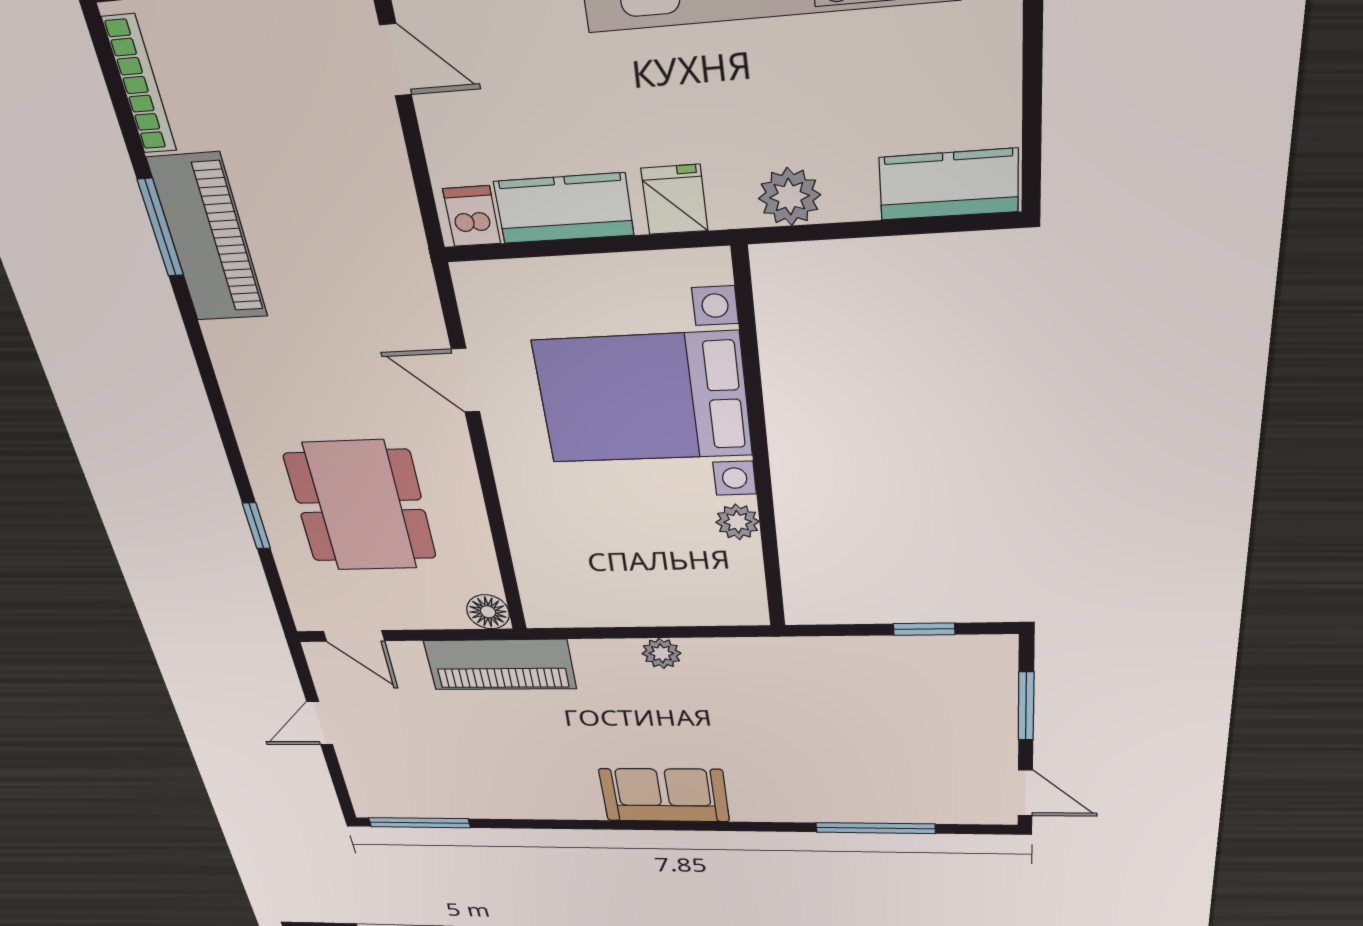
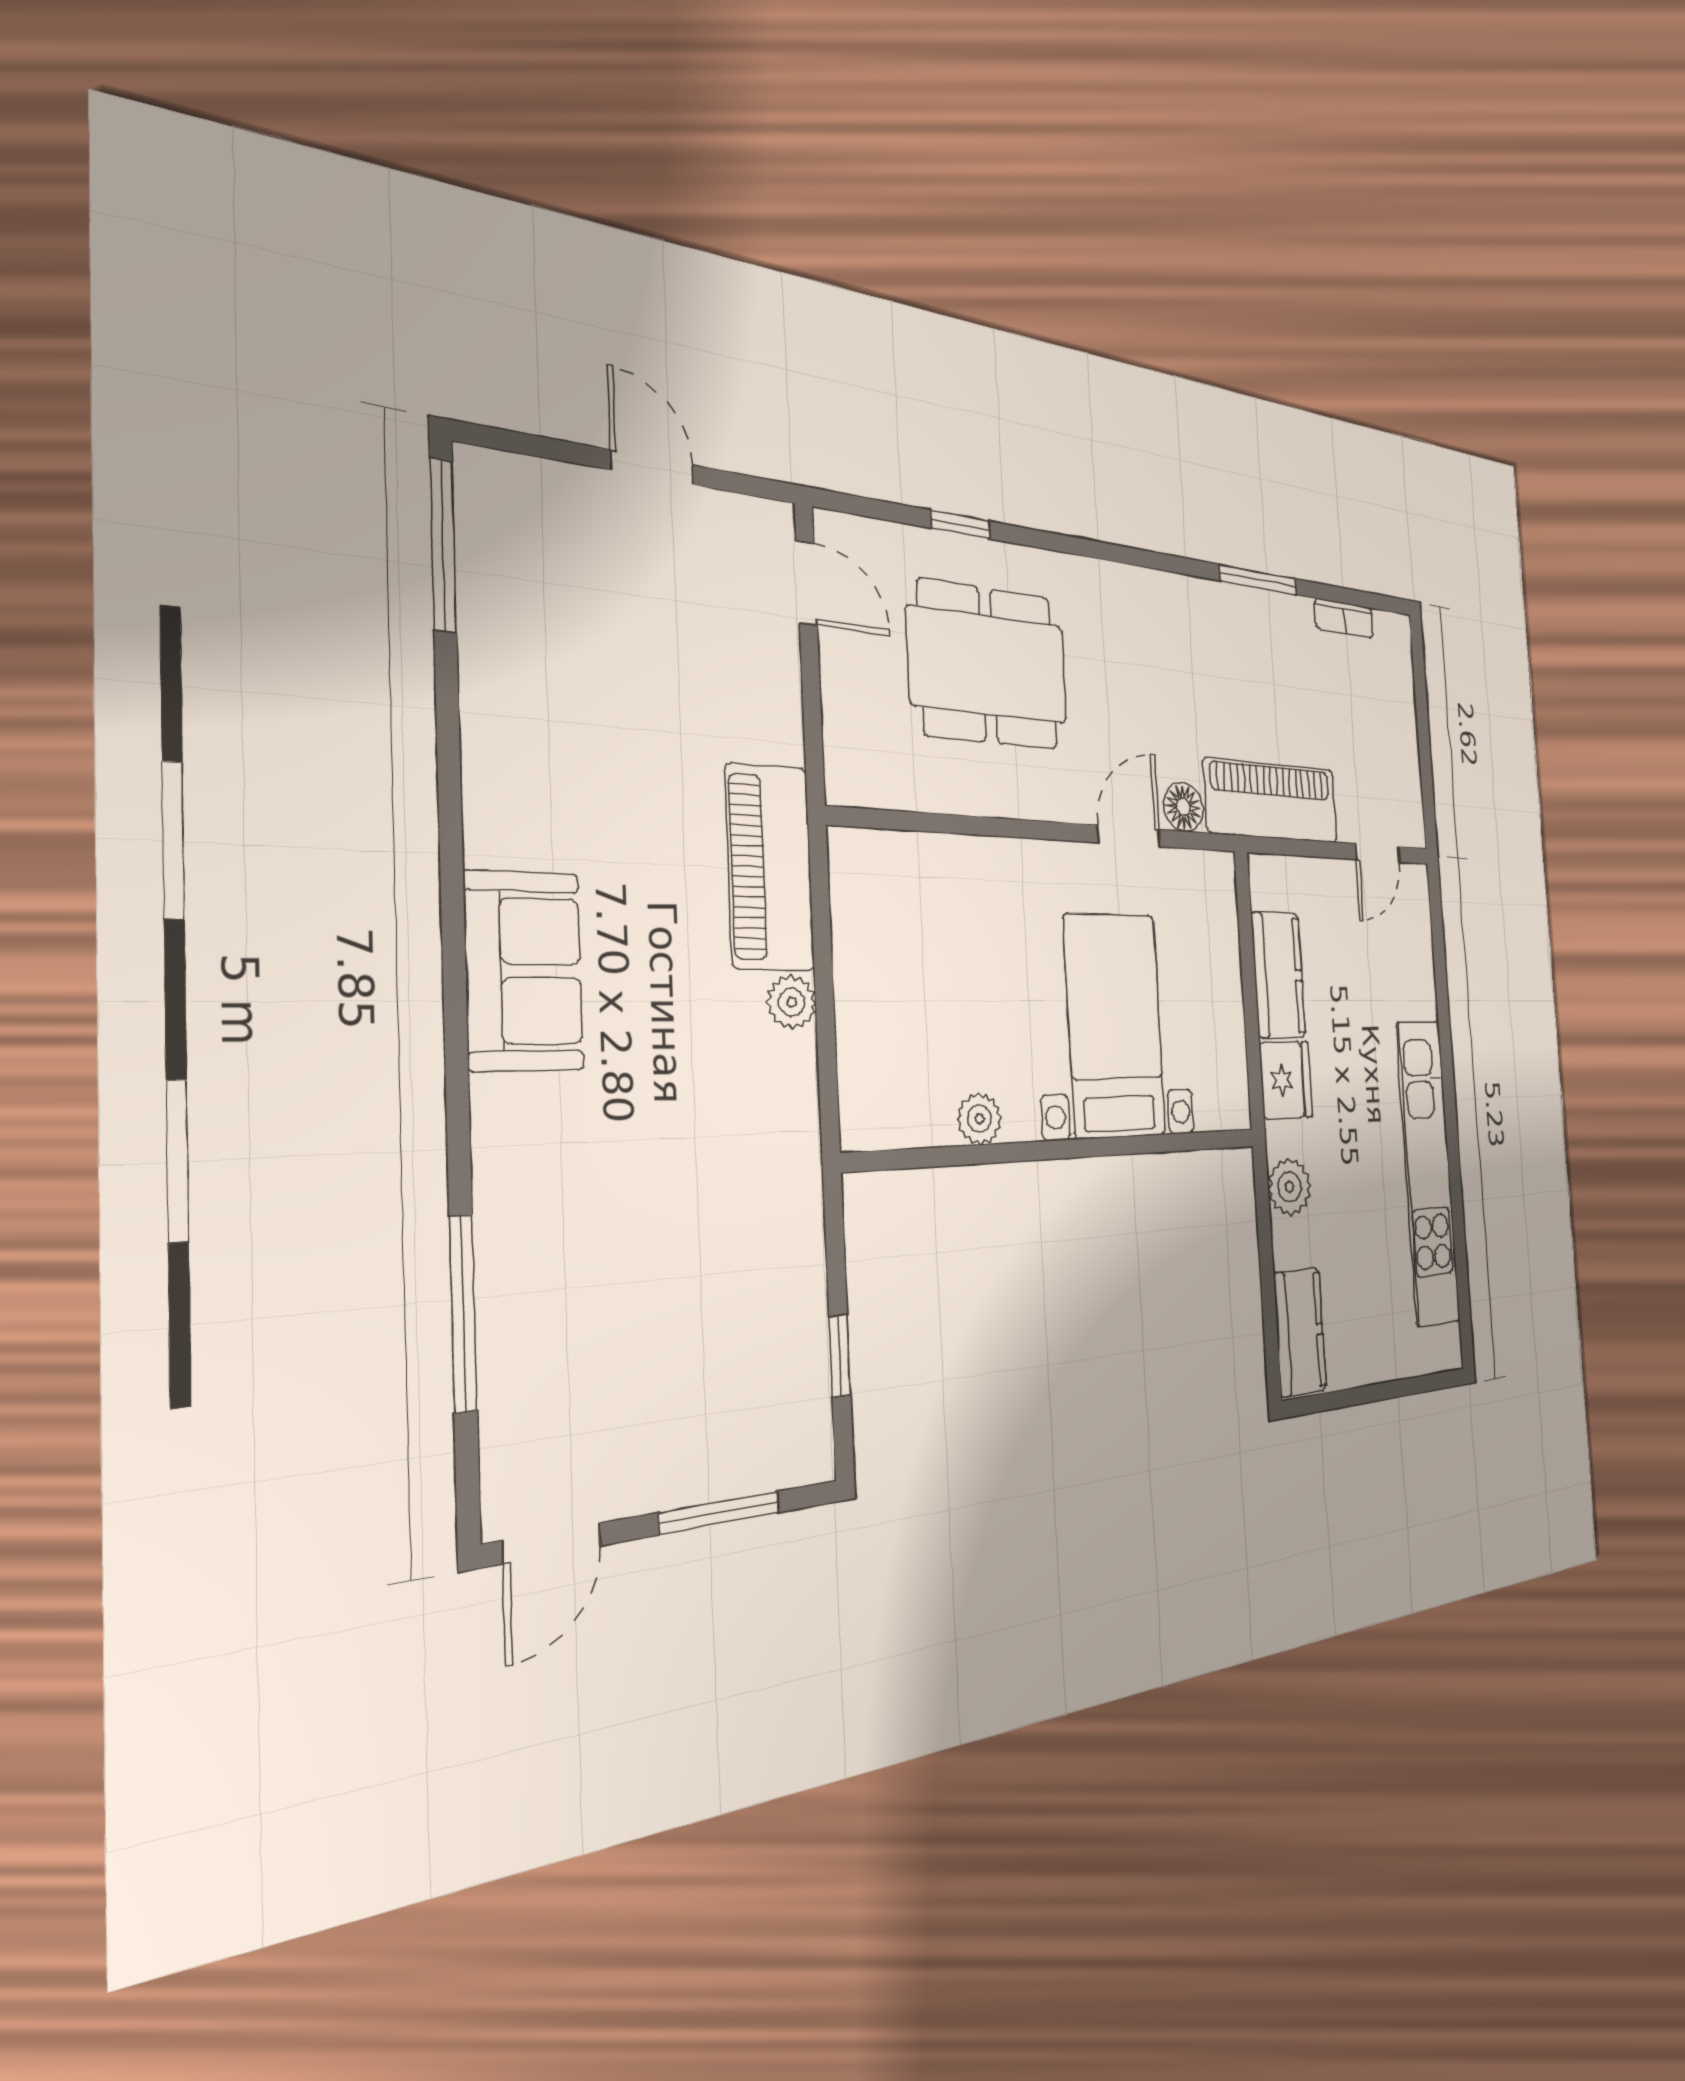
bookcase: (140, 85) -> (1344, 618), width x0.64
fridge: (674, 200) -> (1286, 1080), width x1.38
dishwasher: (472, 216) -> (1271, 886), removed
piano: (208, 238) -> (1272, 801), moved, turned 180
bed with nightstands: (643, 398) -> (1115, 1025), width x0.73
floor lamp: (488, 612) -> (1183, 807), moved
door: (354, 636) -> (807, 583), swing flipped
piano: (500, 665) -> (770, 867), moved

